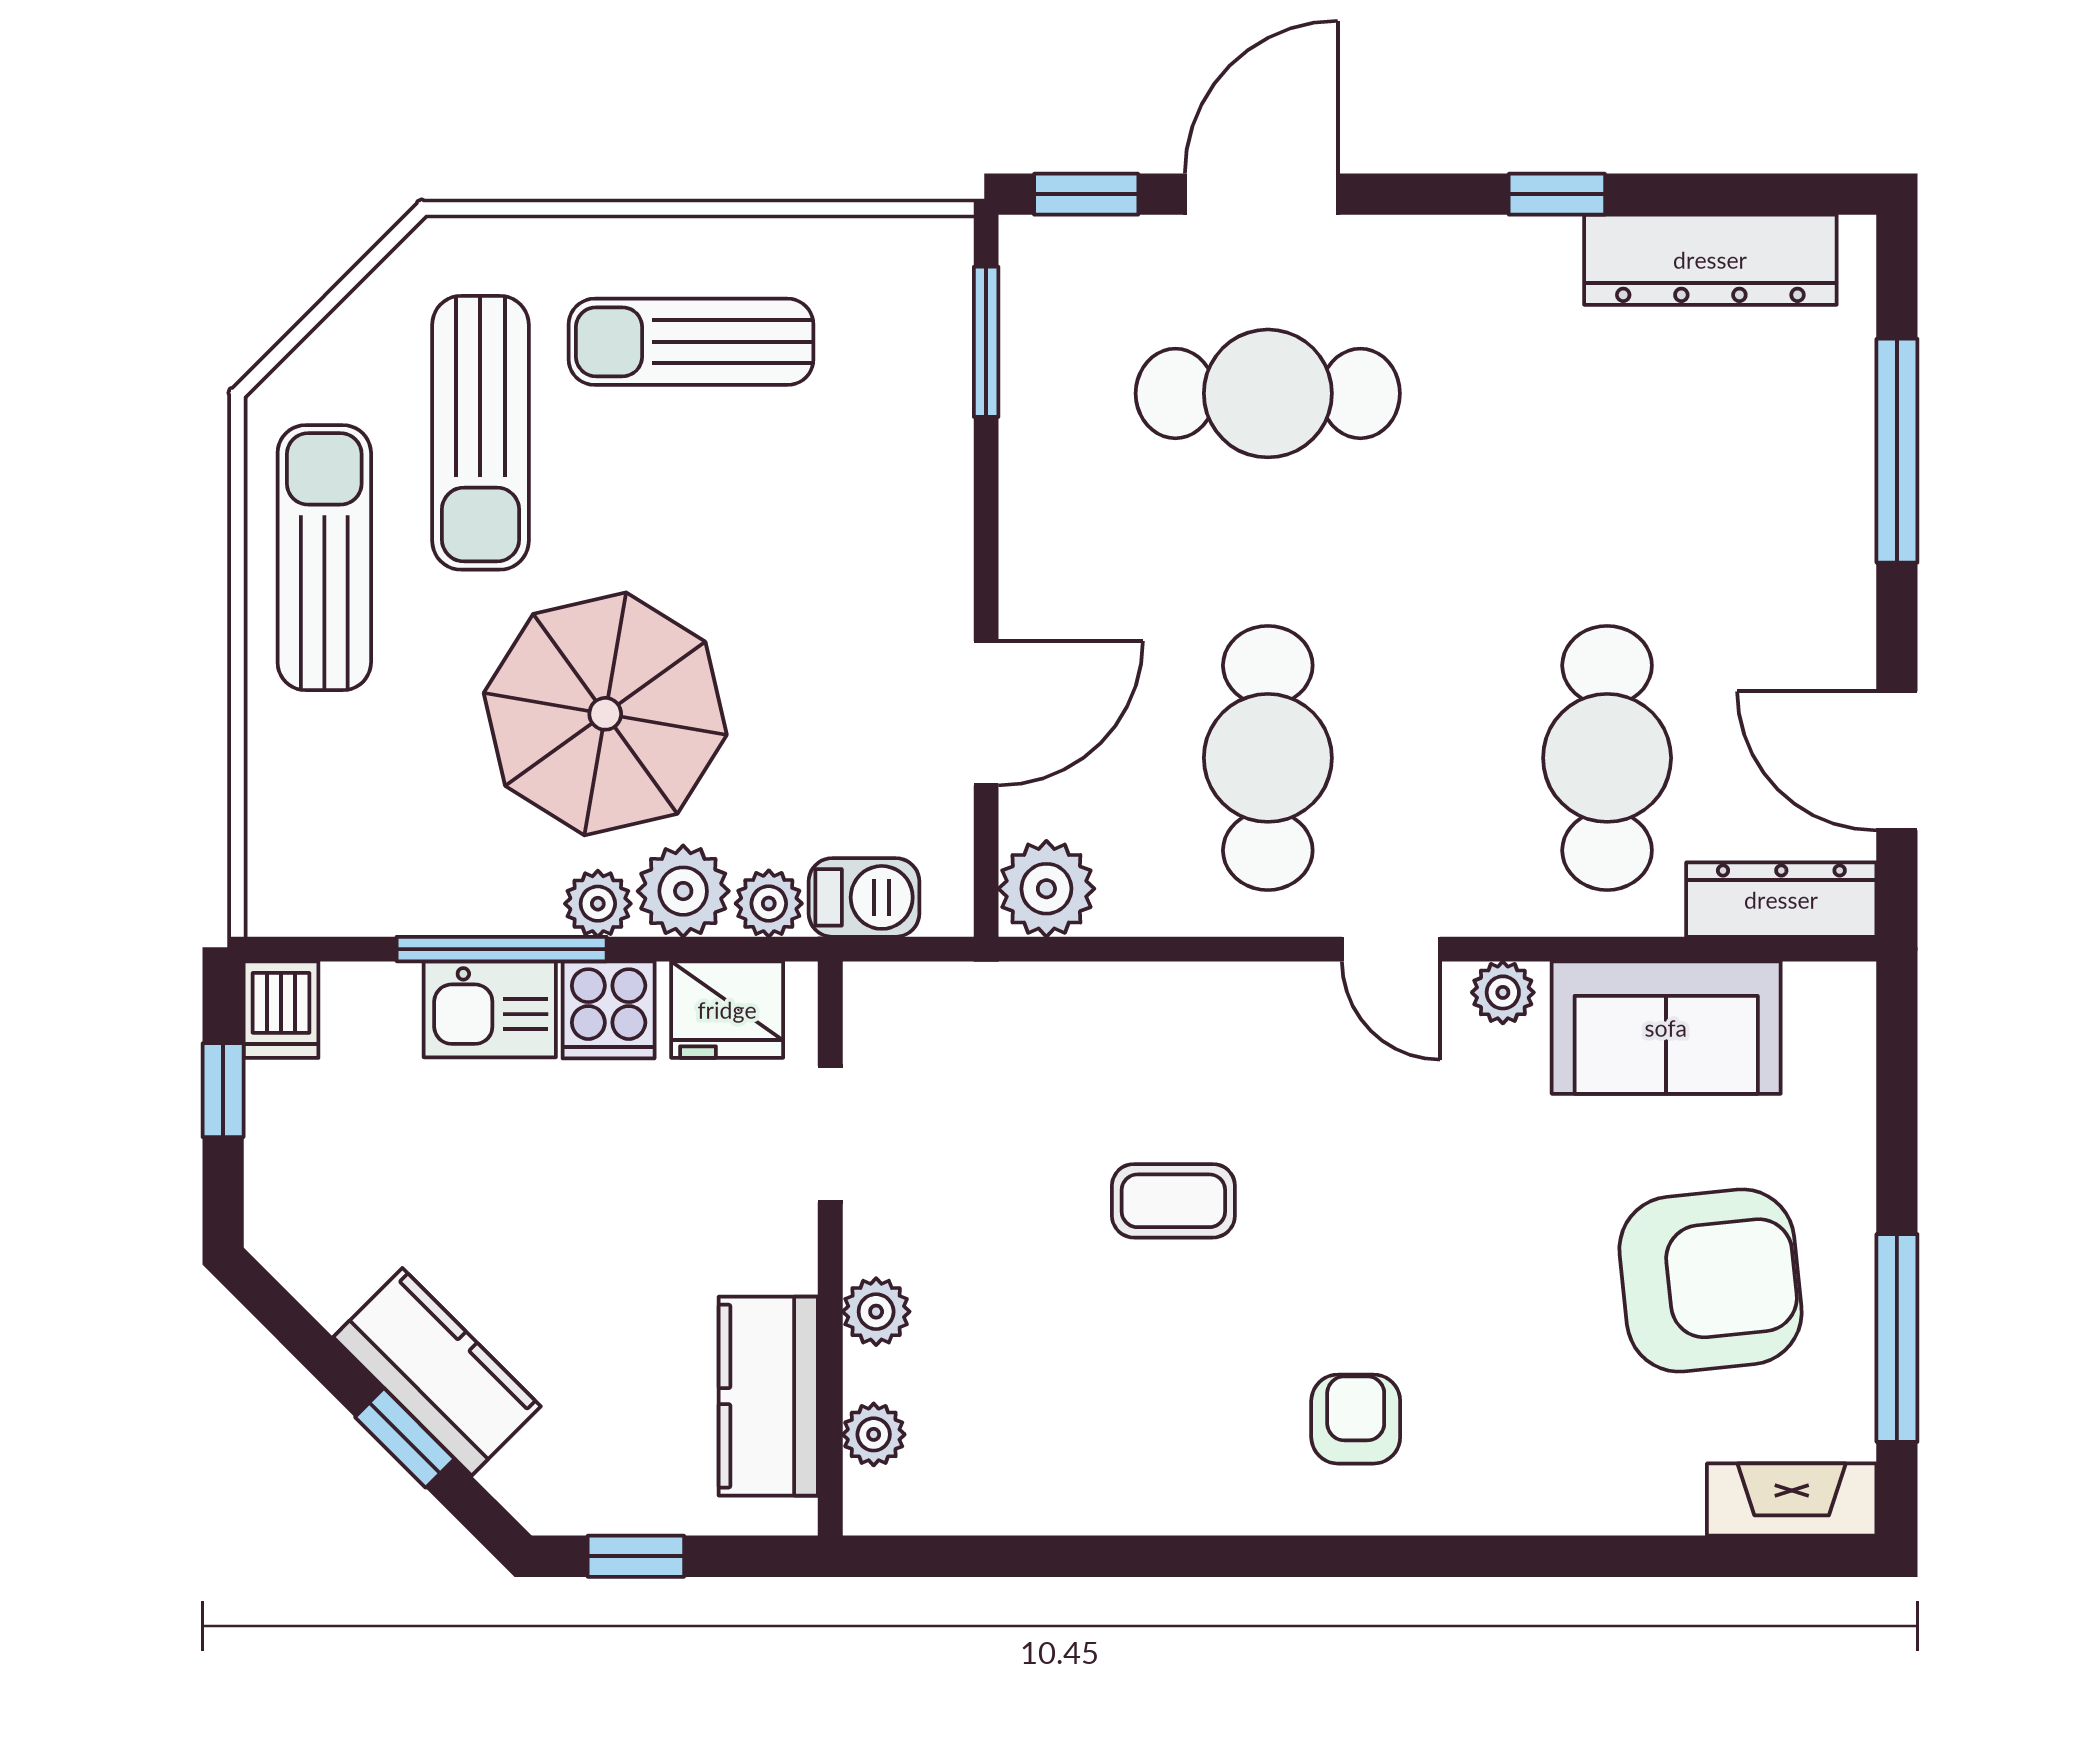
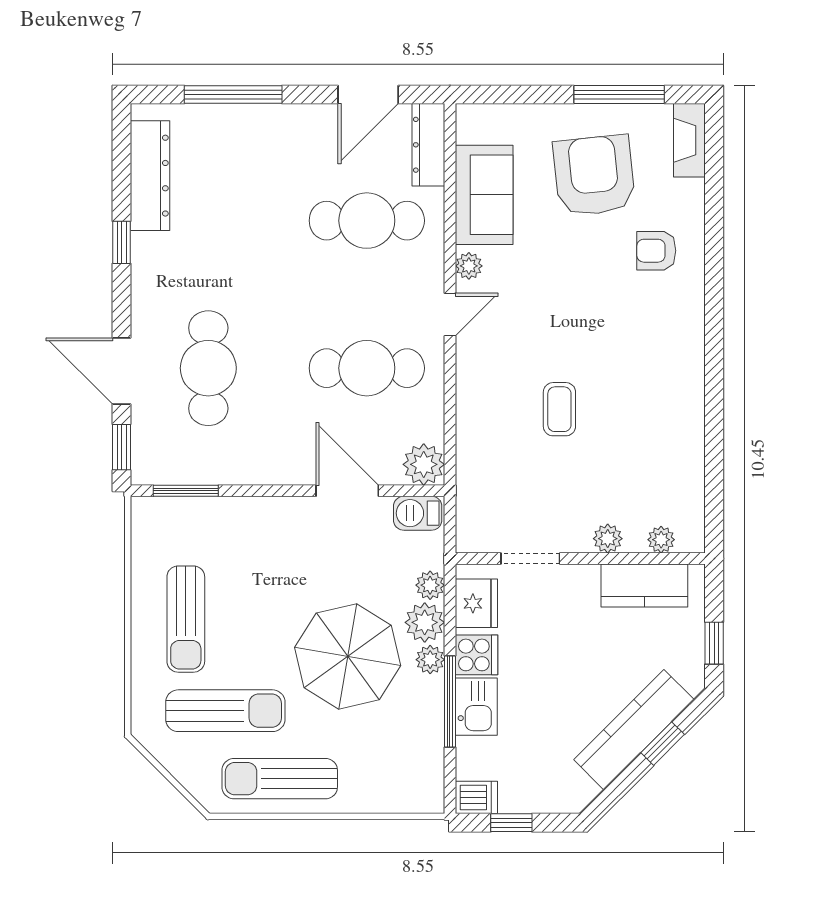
barbecue: (864, 897) -> (418, 513), moved, turned -90
kitchen counter: (437, 1372) -> (634, 730), width x1.50
armchair: (1356, 1419) -> (656, 251), moved

